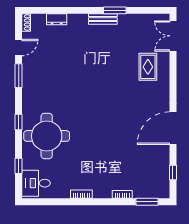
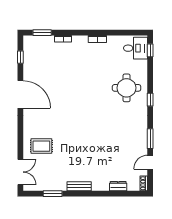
window: (115, 10) -> (53, 194), moved
rug: (148, 67) -> (41, 146), turned 90
door: (173, 128) -> (20, 94), hinge flipped
round table: (47, 136) -> (127, 88), width x0.73, depth x0.73
window: (19, 166) -> (150, 50), moved

